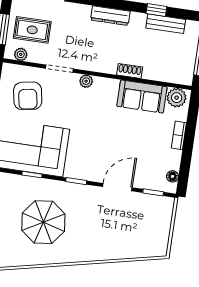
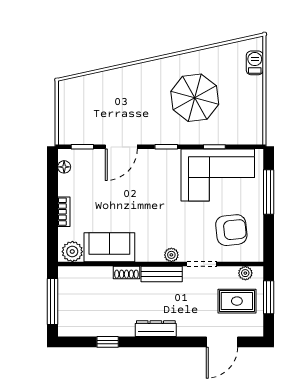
bench: (166, 24) -> (162, 274), moved
armchair: (28, 96) -> (231, 230), turned 94

